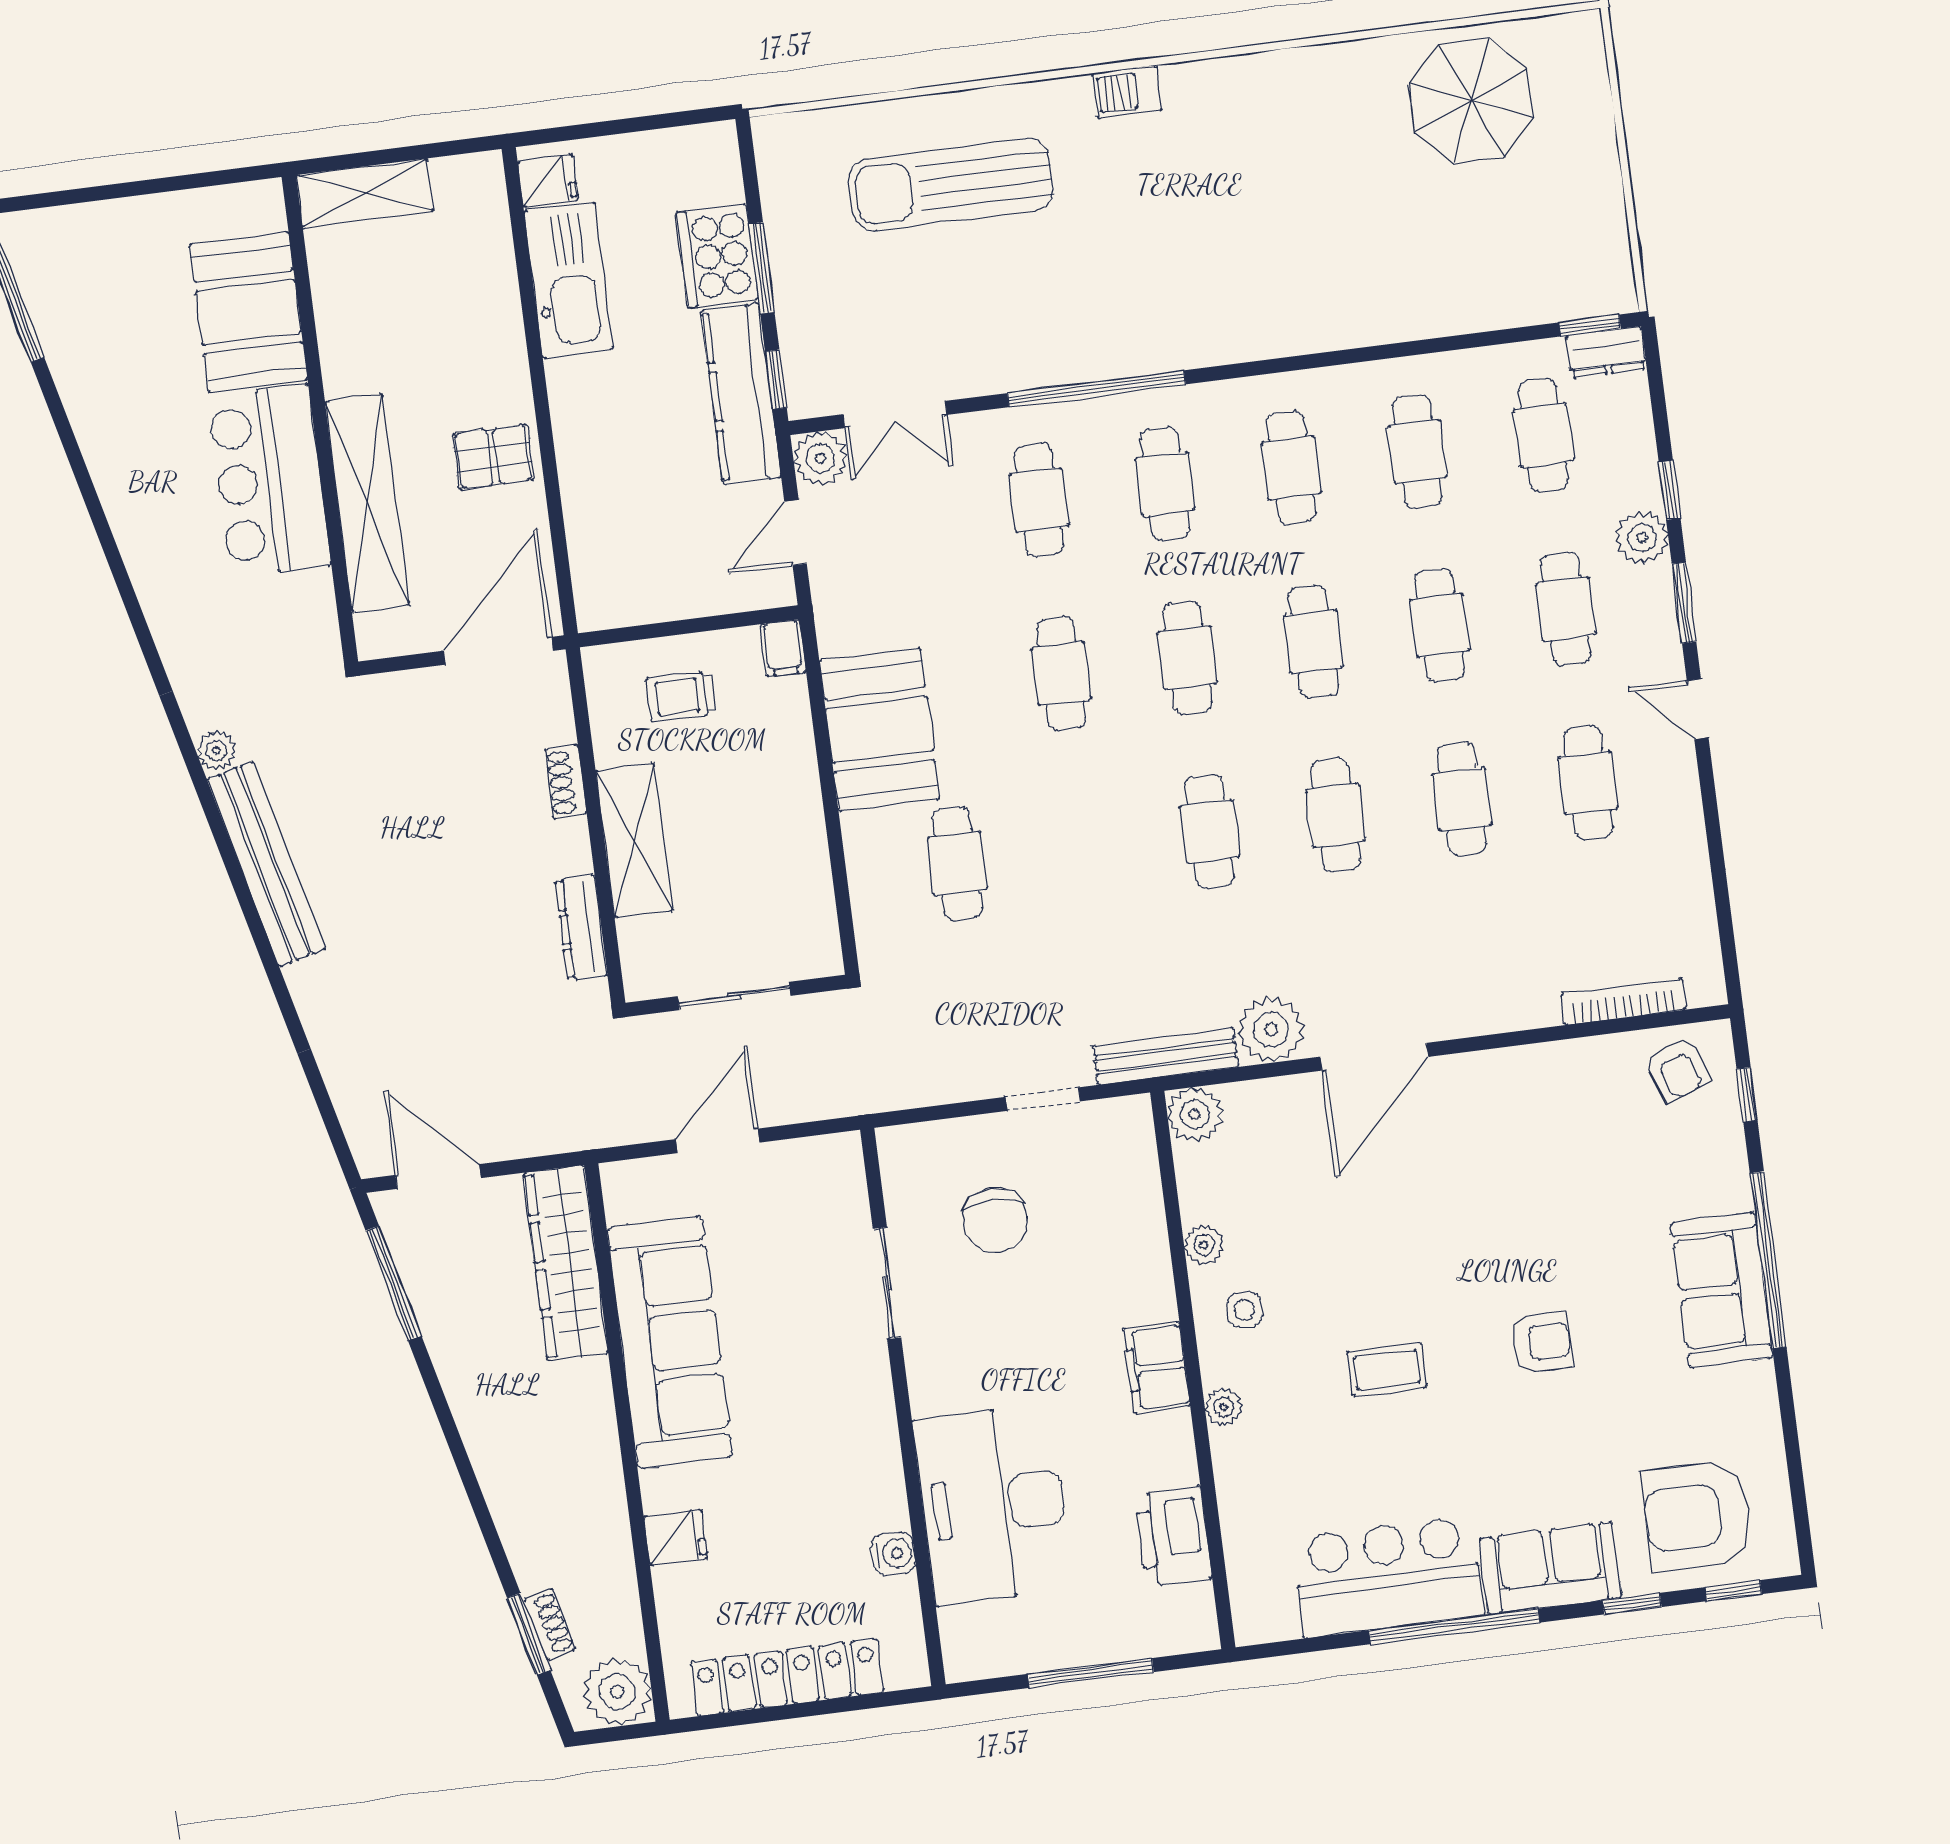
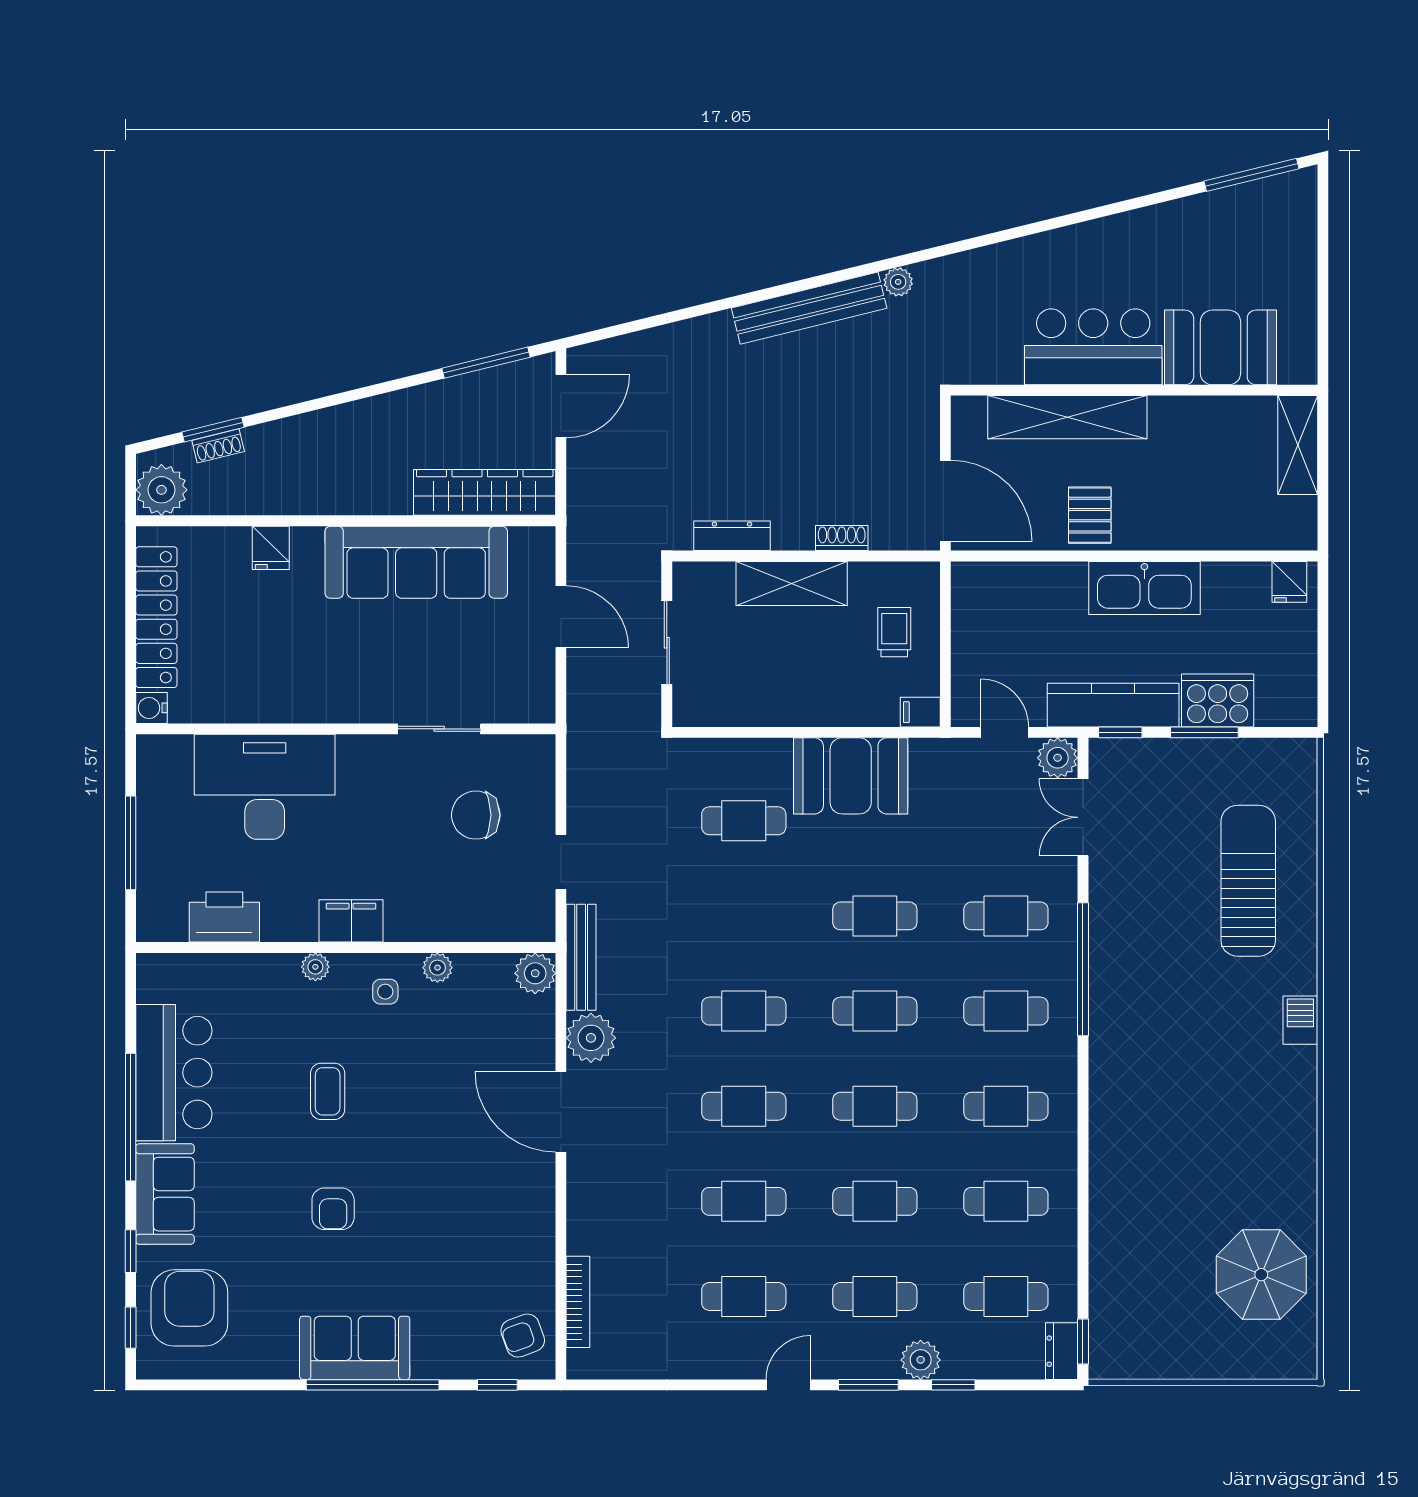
kitchen sink: (569, 280) -> (1144, 588), moved
water cooler: (894, 1554) -> (151, 708), moved, turned 90

